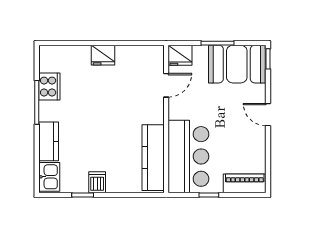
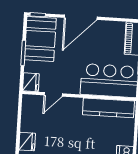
door: (166, 85) -> (53, 94), swing flipped
door: (268, 115) -> (81, 17), width x1.87

